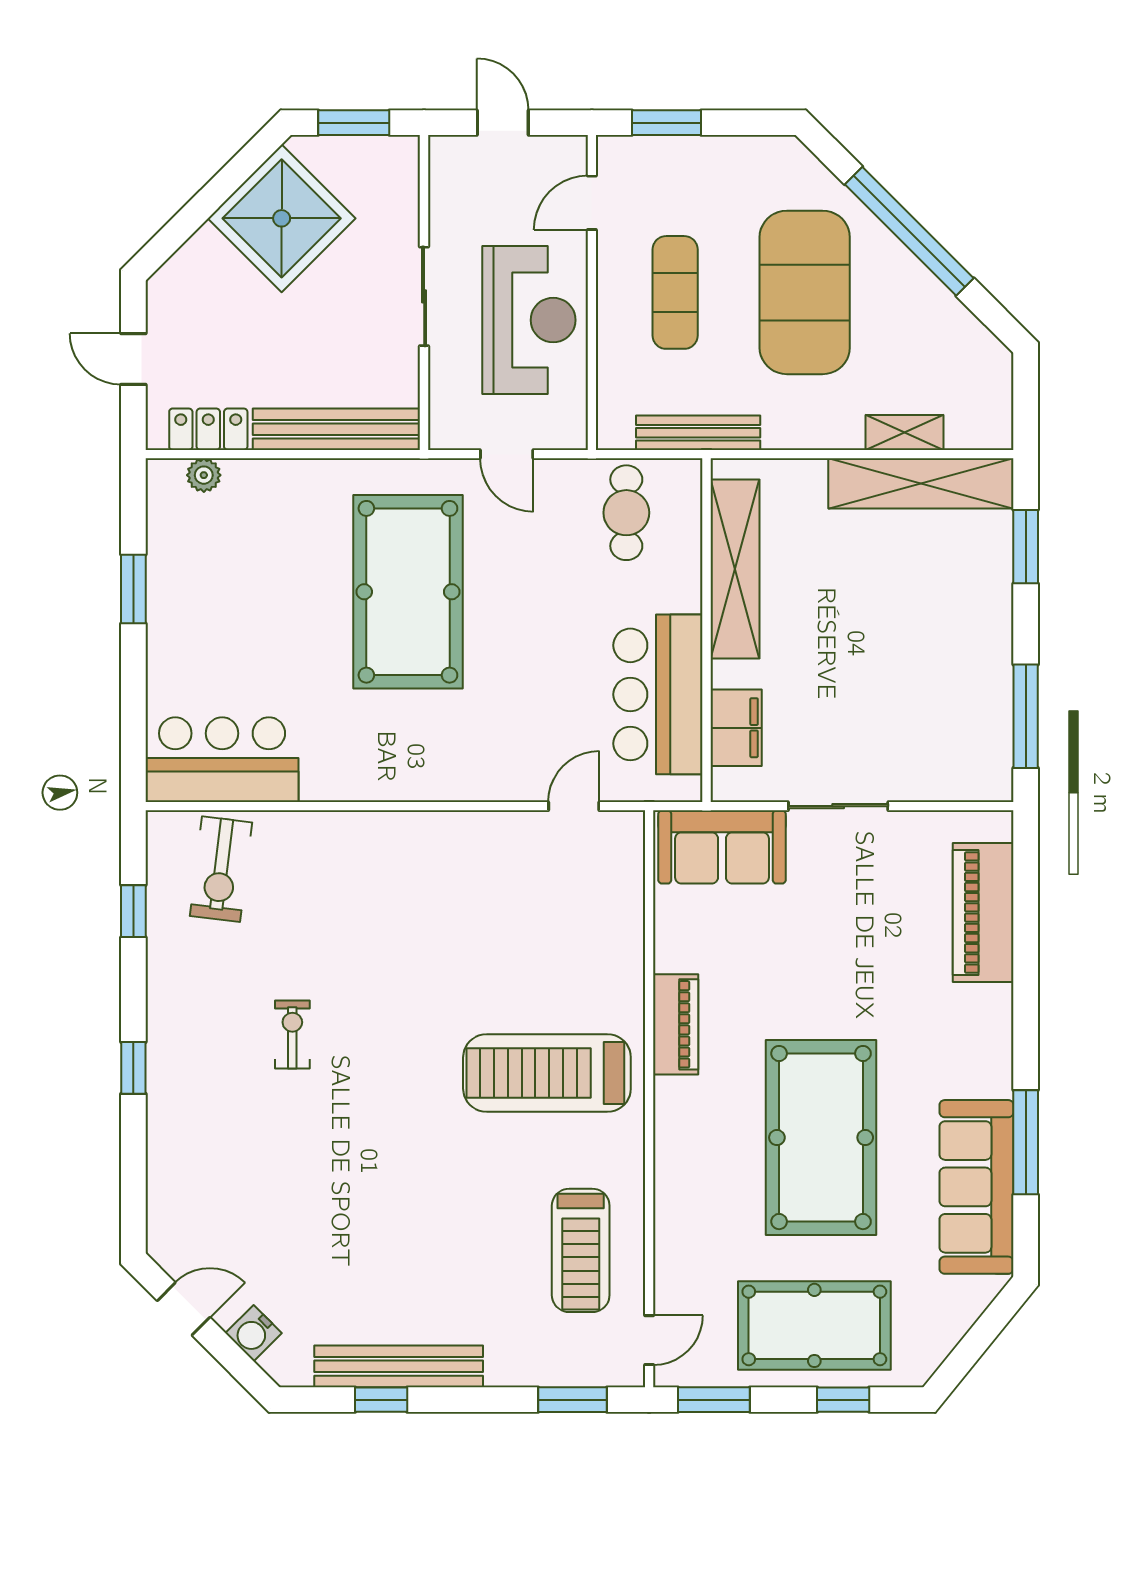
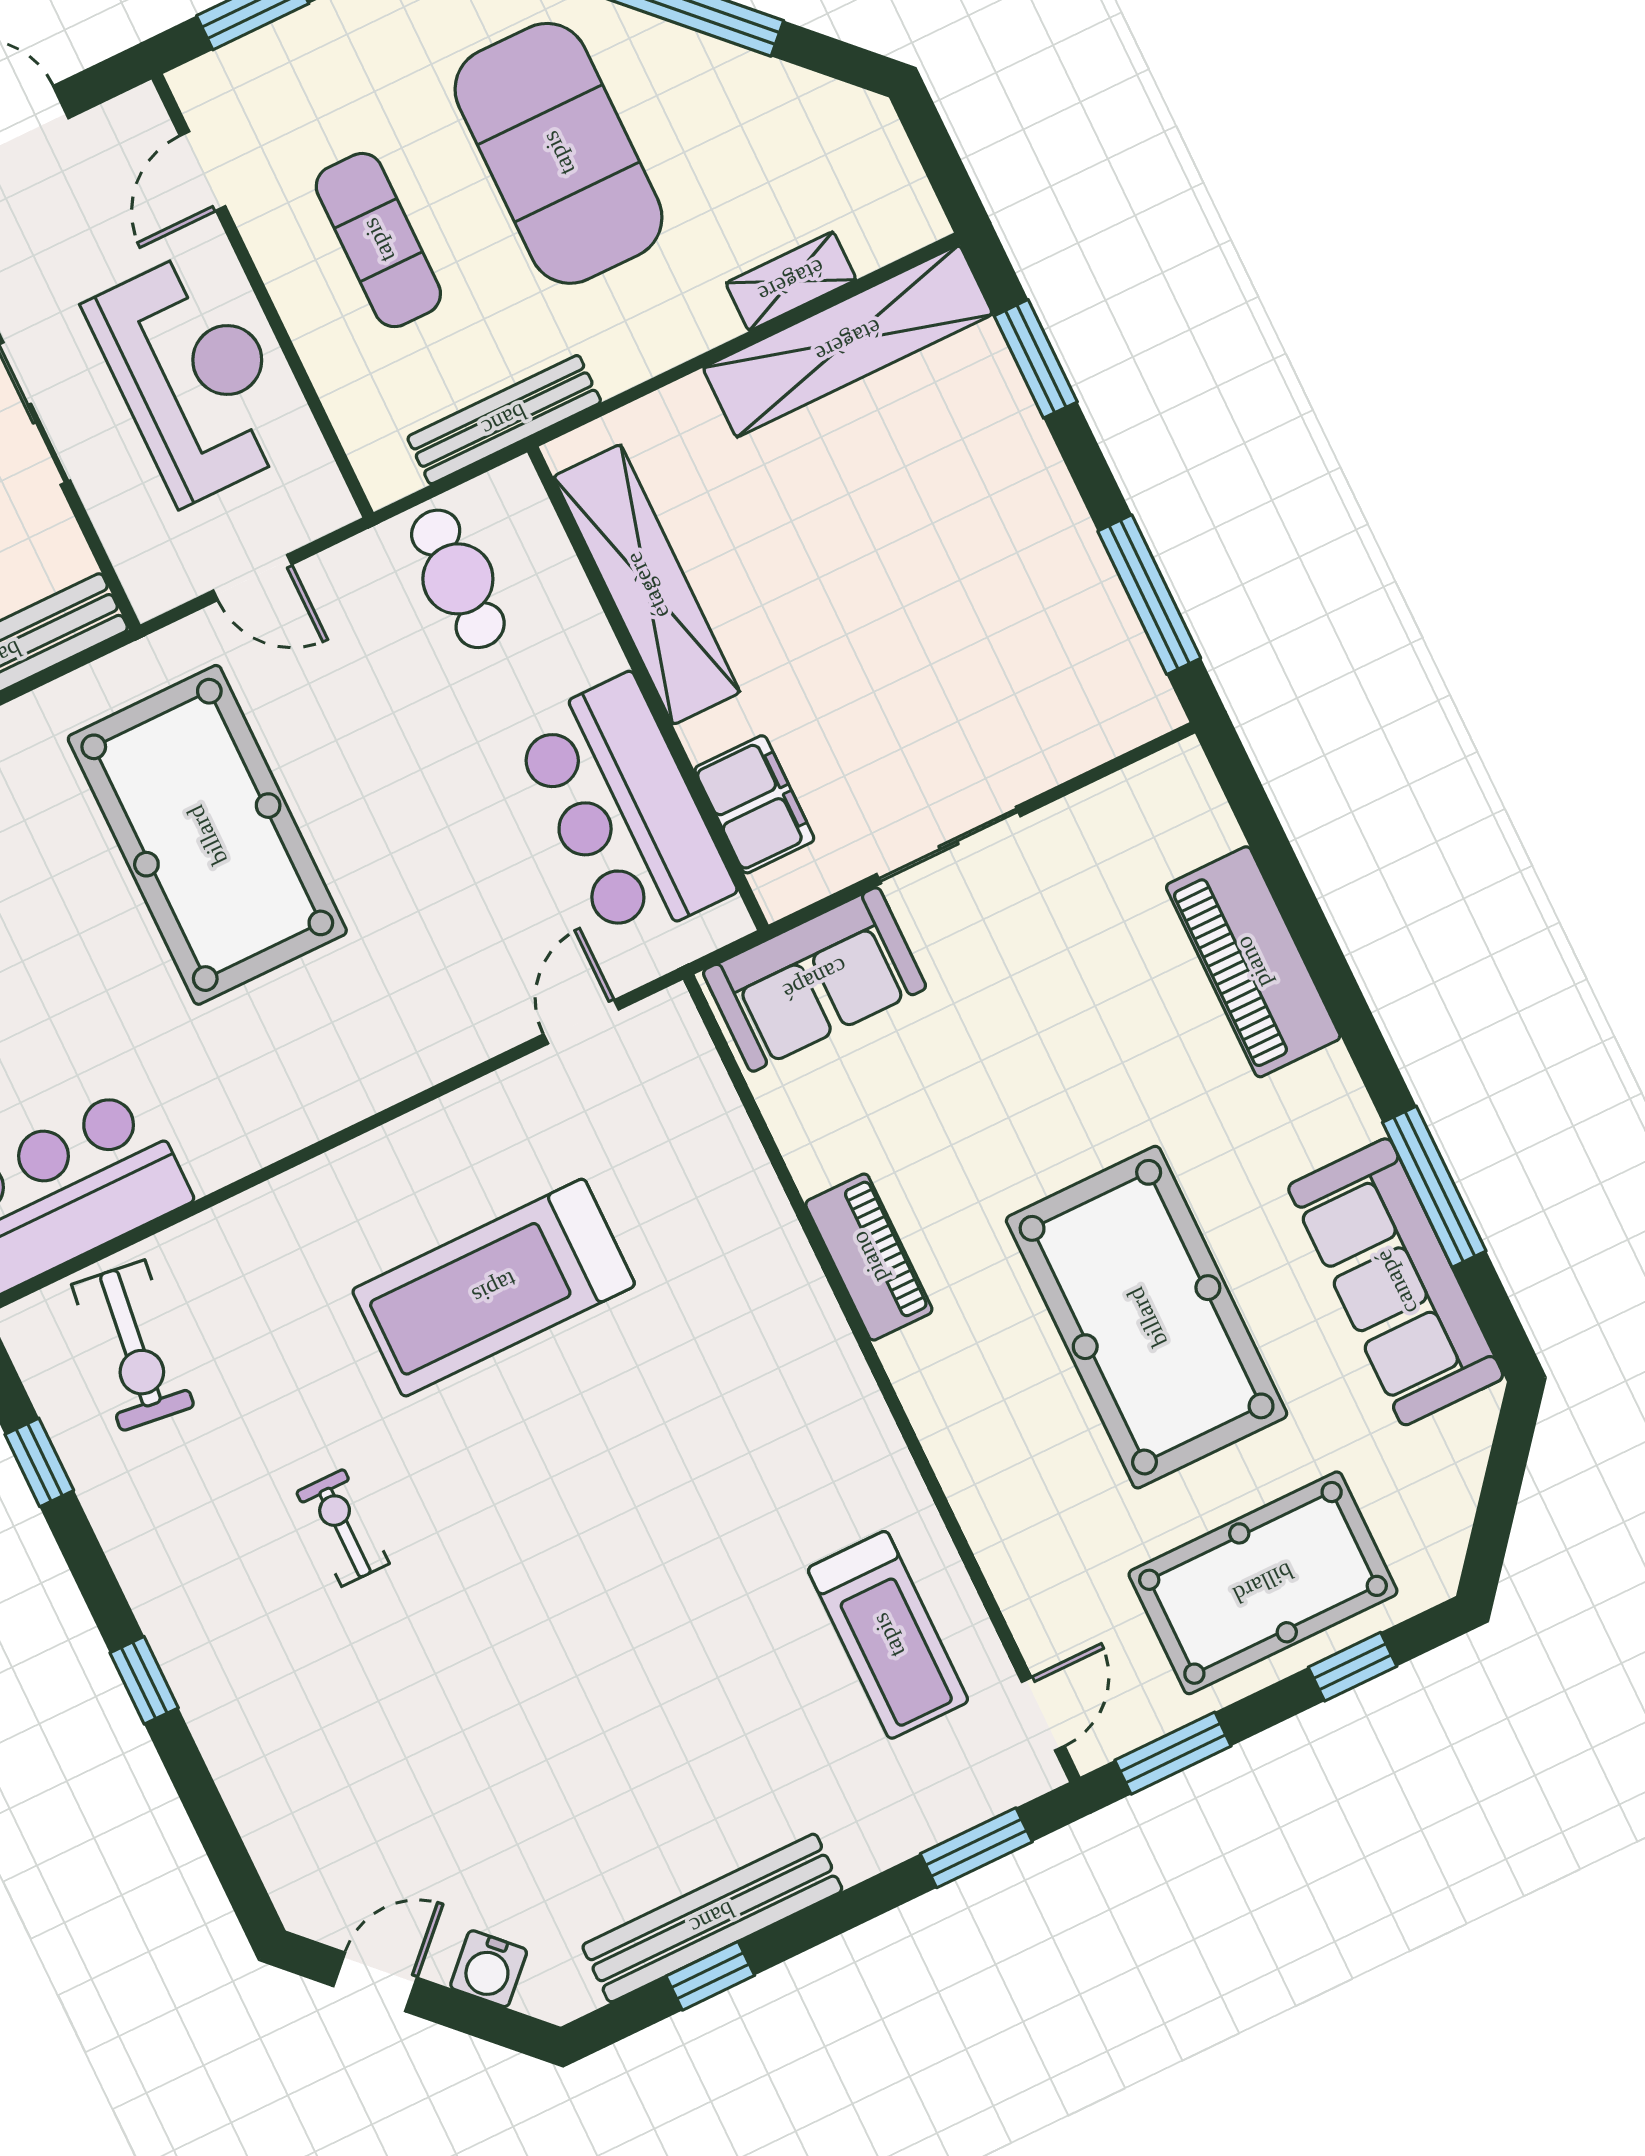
piano: (983, 913) -> (1253, 962), moved
treadmill: (547, 1073) -> (494, 1288), moved

